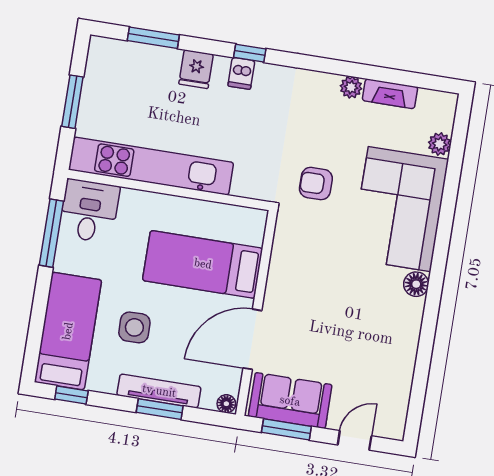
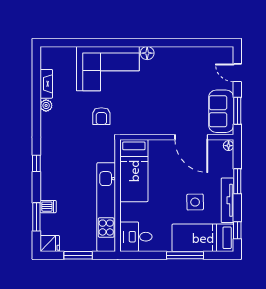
fridge: (196, 69) -> (50, 243), moved
dishwasher: (241, 73) -> (48, 207), moved
plant: (440, 144) -> (69, 53), removed
window: (51, 233) -> (185, 255), moved
bed: (203, 264) -> (134, 171), moved
tv unit: (159, 391) -> (227, 200), moved

